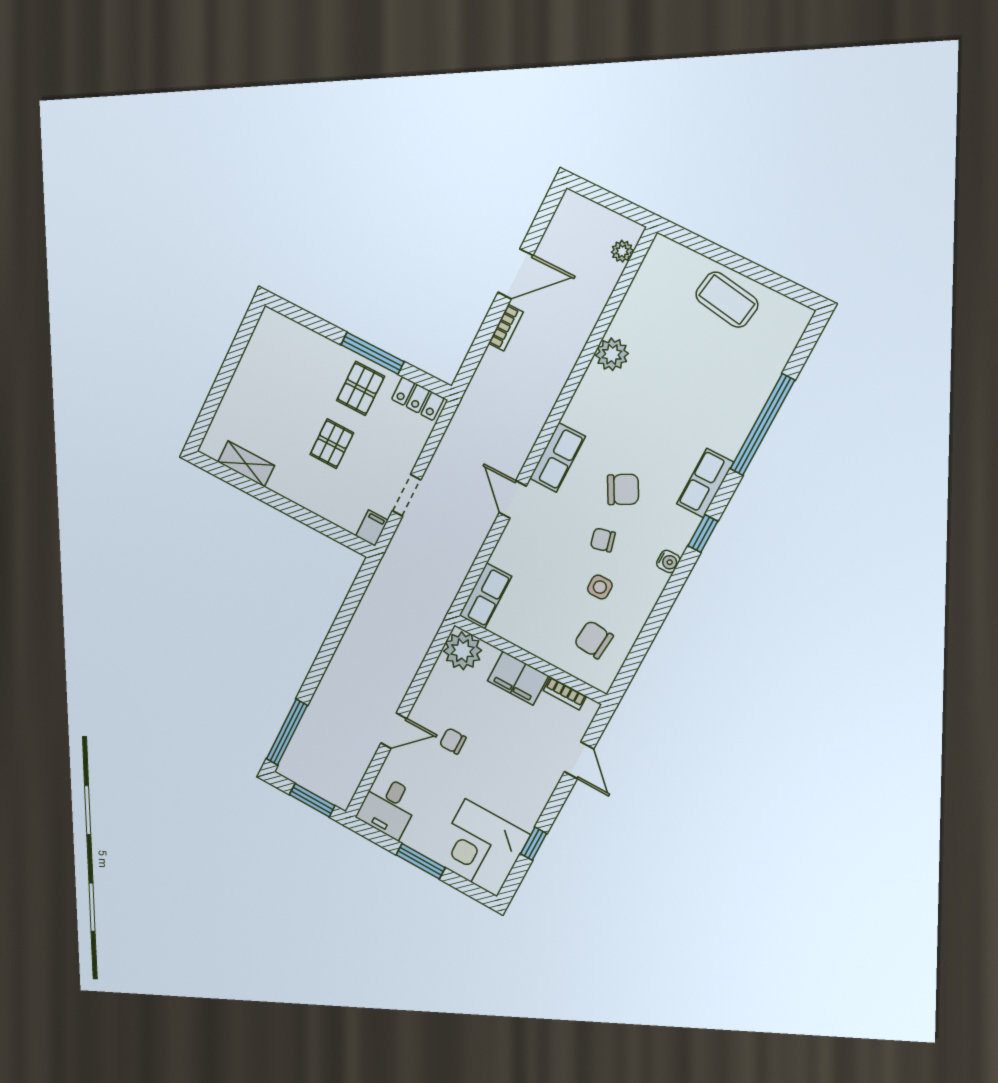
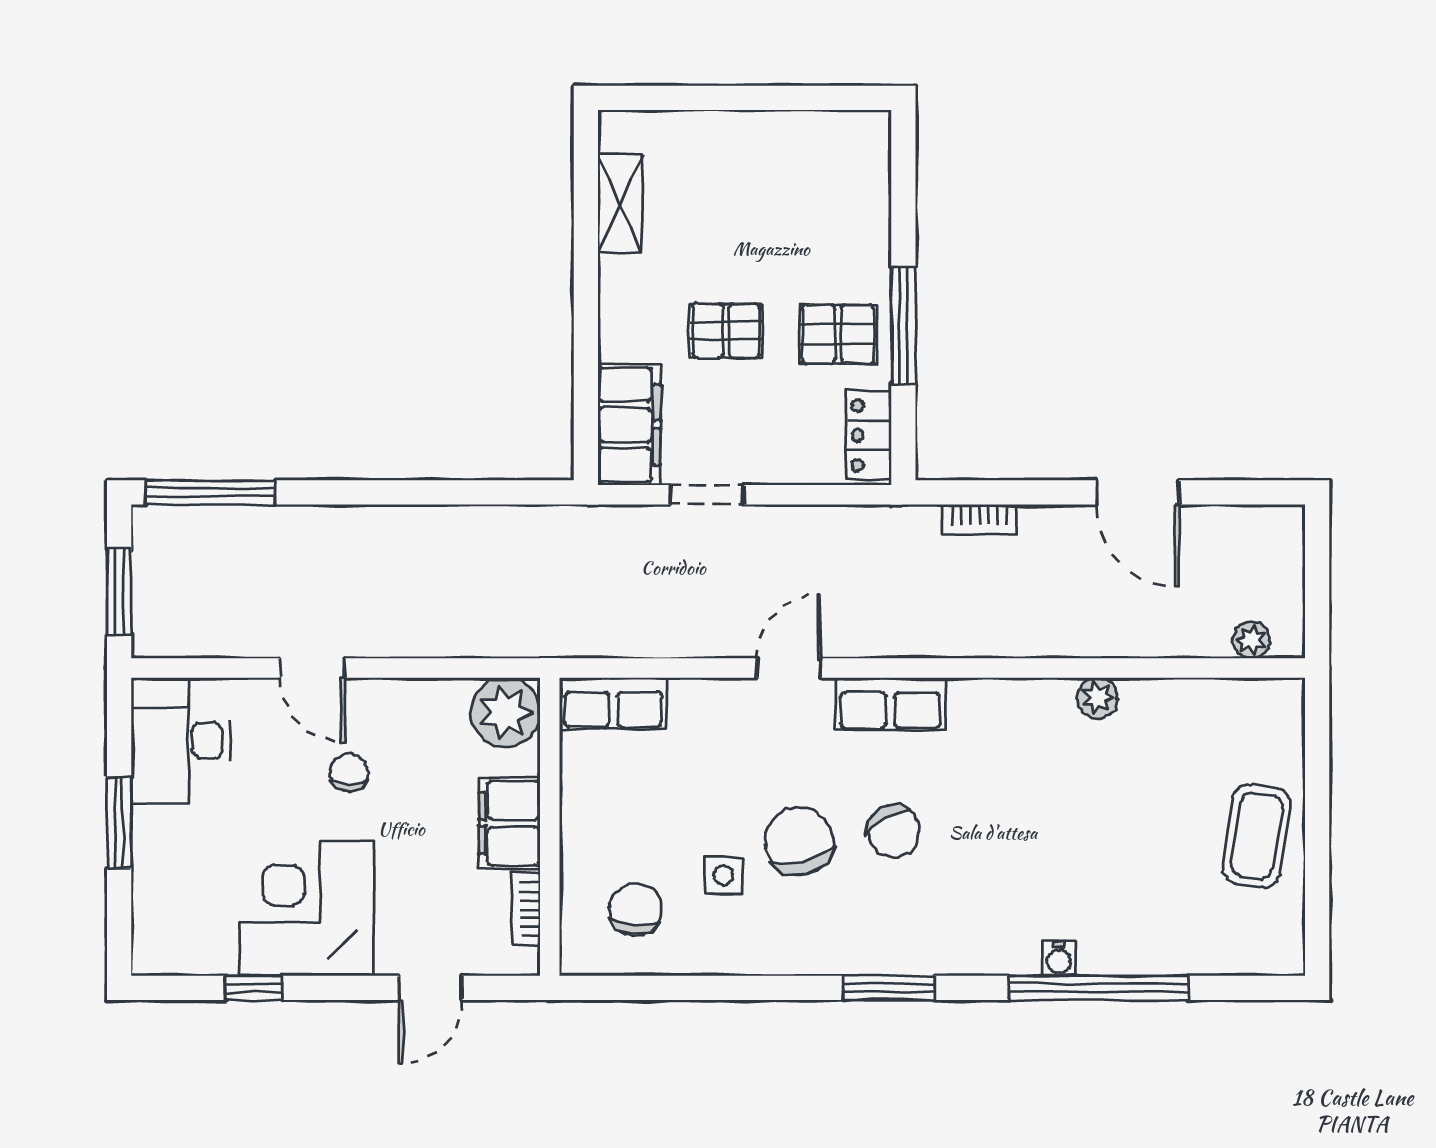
bookcase: (506, 328) -> (979, 519), moved
plant: (612, 354) -> (1097, 698), width x0.73, depth x0.73
row of seats: (705, 483) -> (968, 950), removed
filing cabinet: (372, 528) -> (629, 425), width x3.00, depth x1.17
window: (703, 534) -> (889, 988), width x1.50
chair: (603, 540) -> (799, 841), width x1.87, depth x1.87
water cooler: (668, 561) -> (1059, 959), moved
desk: (388, 807) -> (181, 740), width x1.37
corner desk: (481, 848) -> (306, 908), moved

